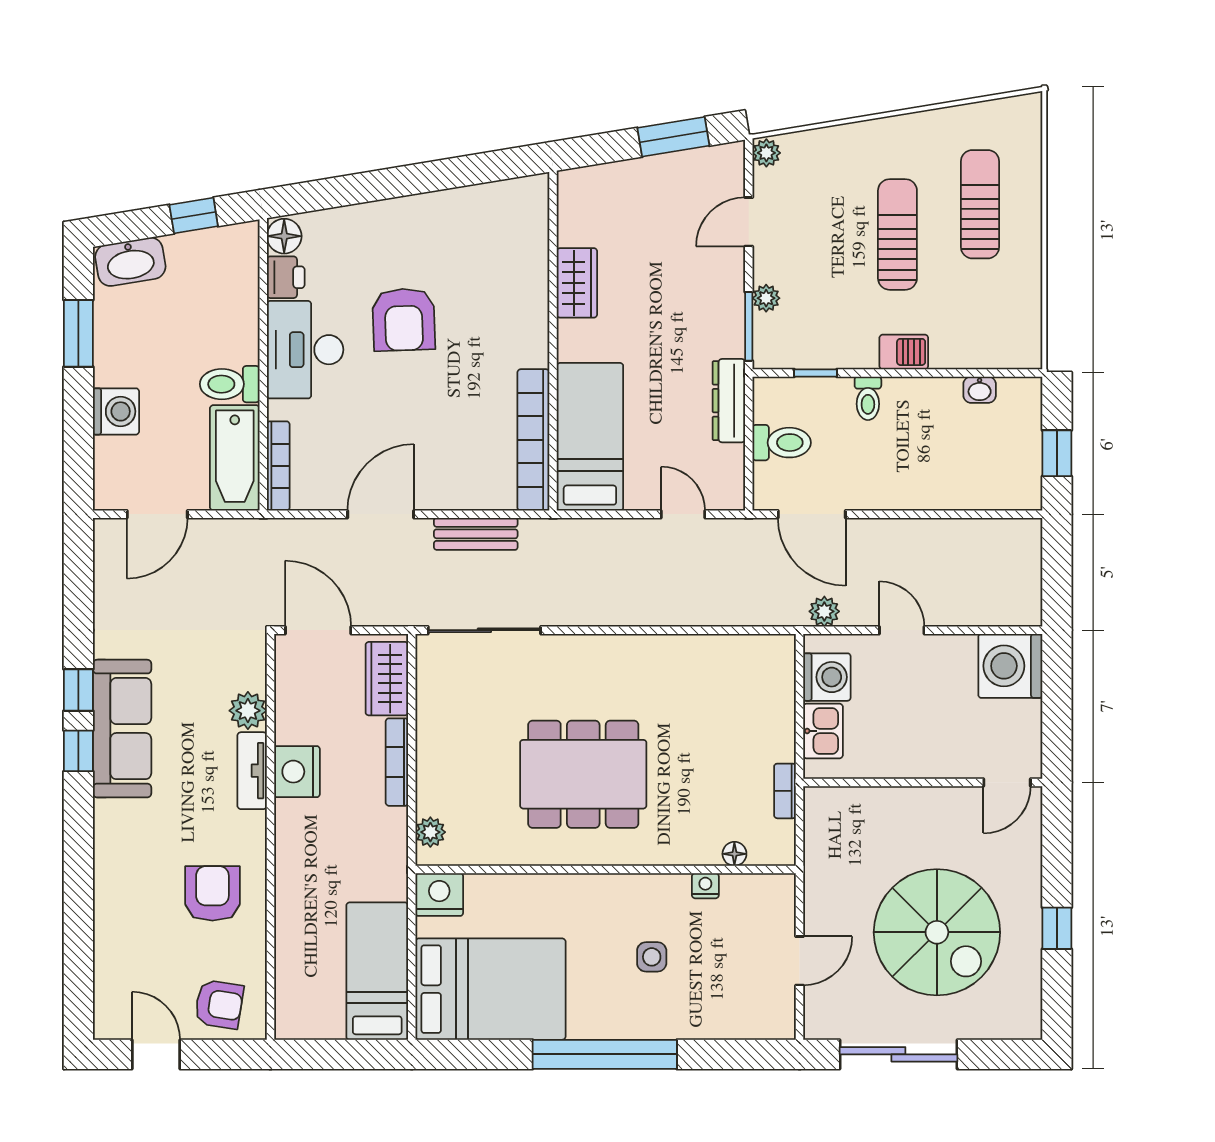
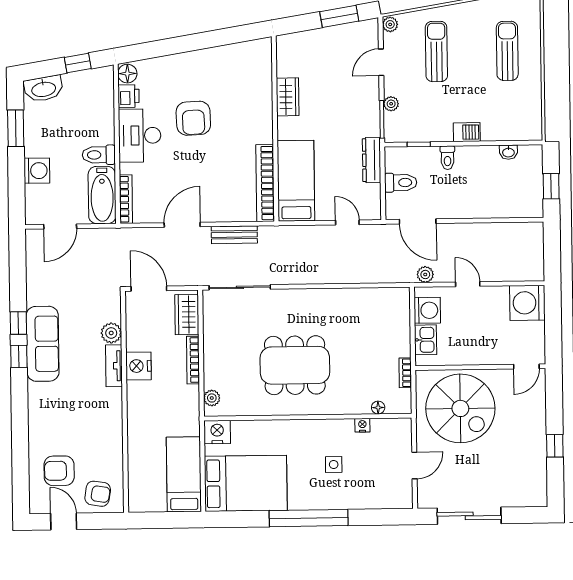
sun lounger: (897, 234) -> (436, 51), moved
armchair: (212, 893) -> (59, 471), moved, turned -90
spiral stairs: (937, 932) -> (460, 408), moved

